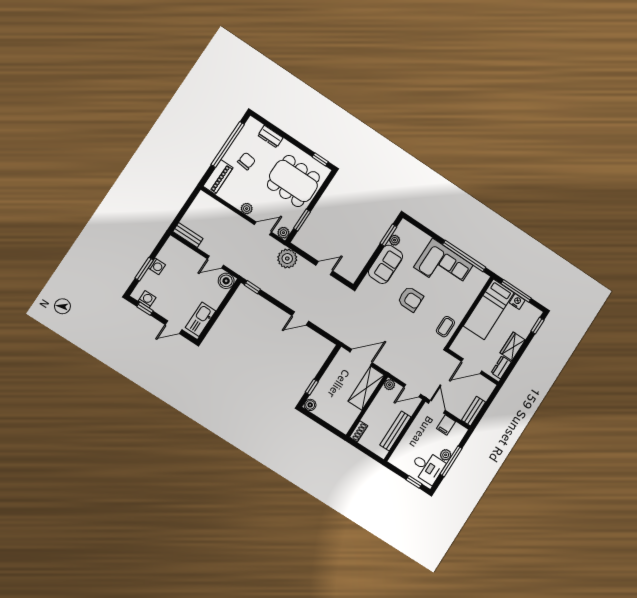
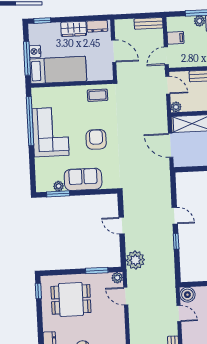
dining table: (293, 181) -> (71, 299), width x0.73
plant: (247, 209) -> (119, 320), removed
window: (252, 287) -> (176, 241), moved

